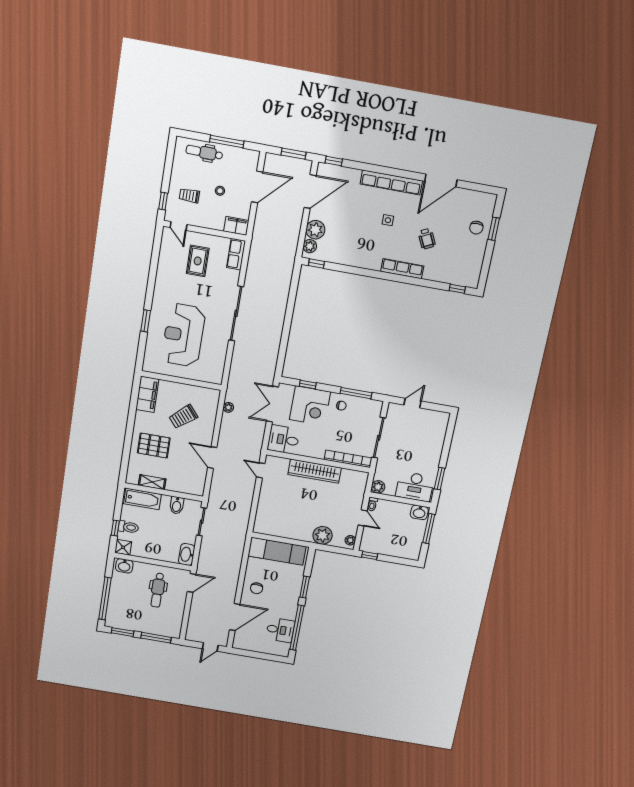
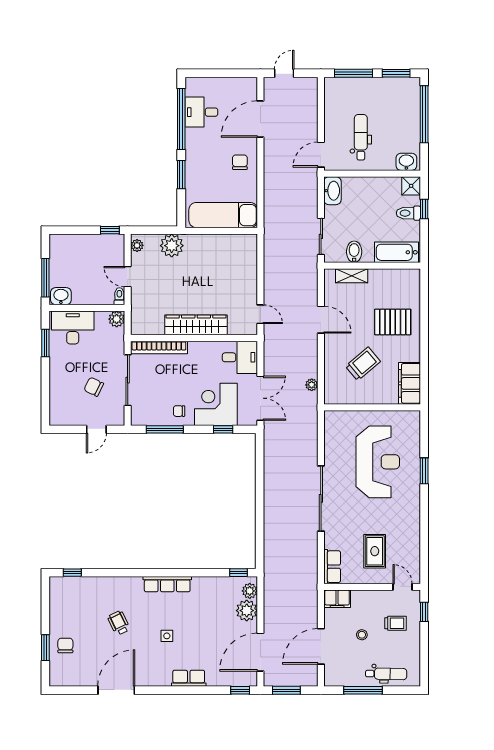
row of seats: (391, 182) -> (189, 678), width x0.50
row of seats: (402, 269) -> (167, 584), moved
chair: (408, 437) -> (94, 387), added
shelving: (152, 482) -> (352, 276), moved

